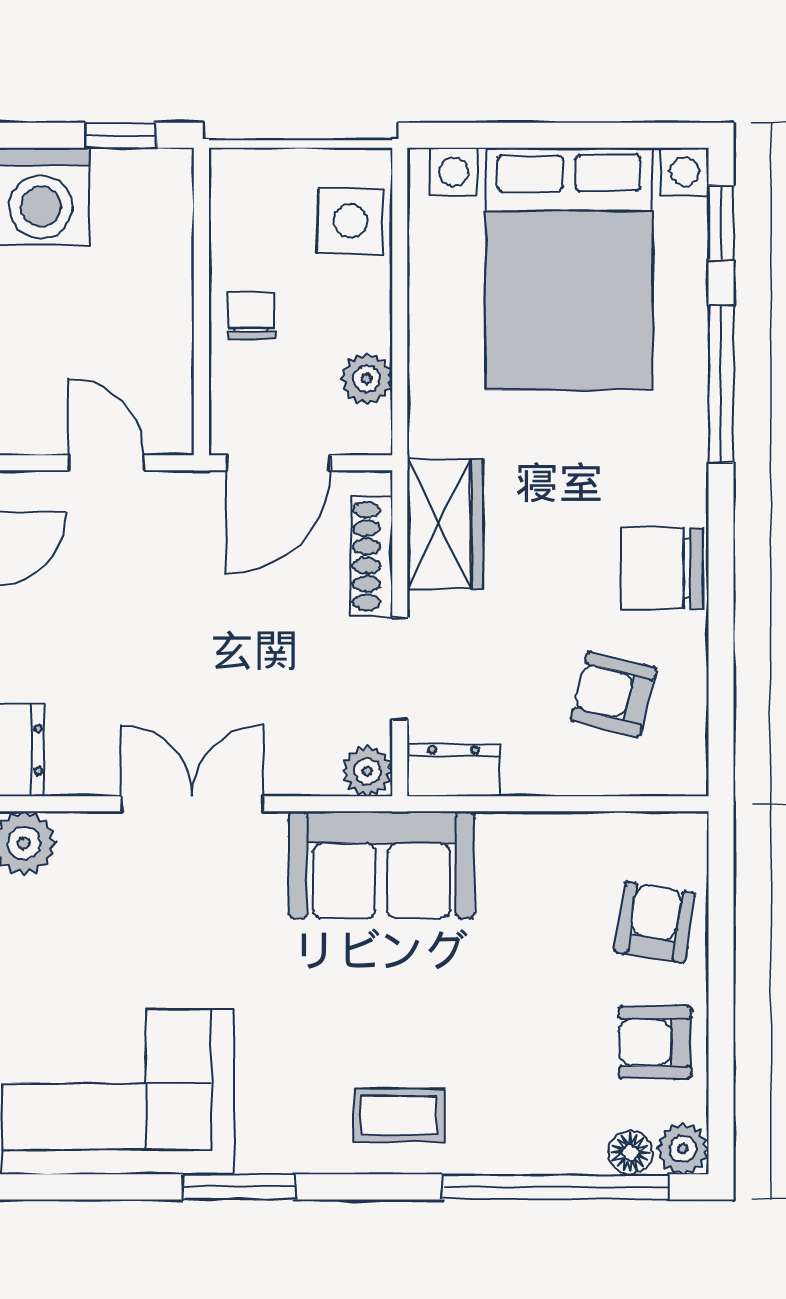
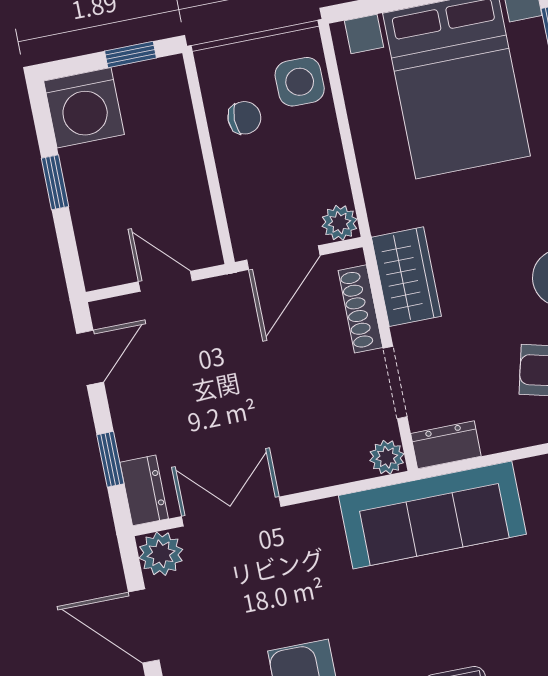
chair: (252, 316) -> (244, 118), moved, turned 90
plant: (367, 379) -> (339, 223), moved
double door: (192, 804) -> (231, 512), moved
sofa: (382, 865) -> (432, 515), width x1.36

